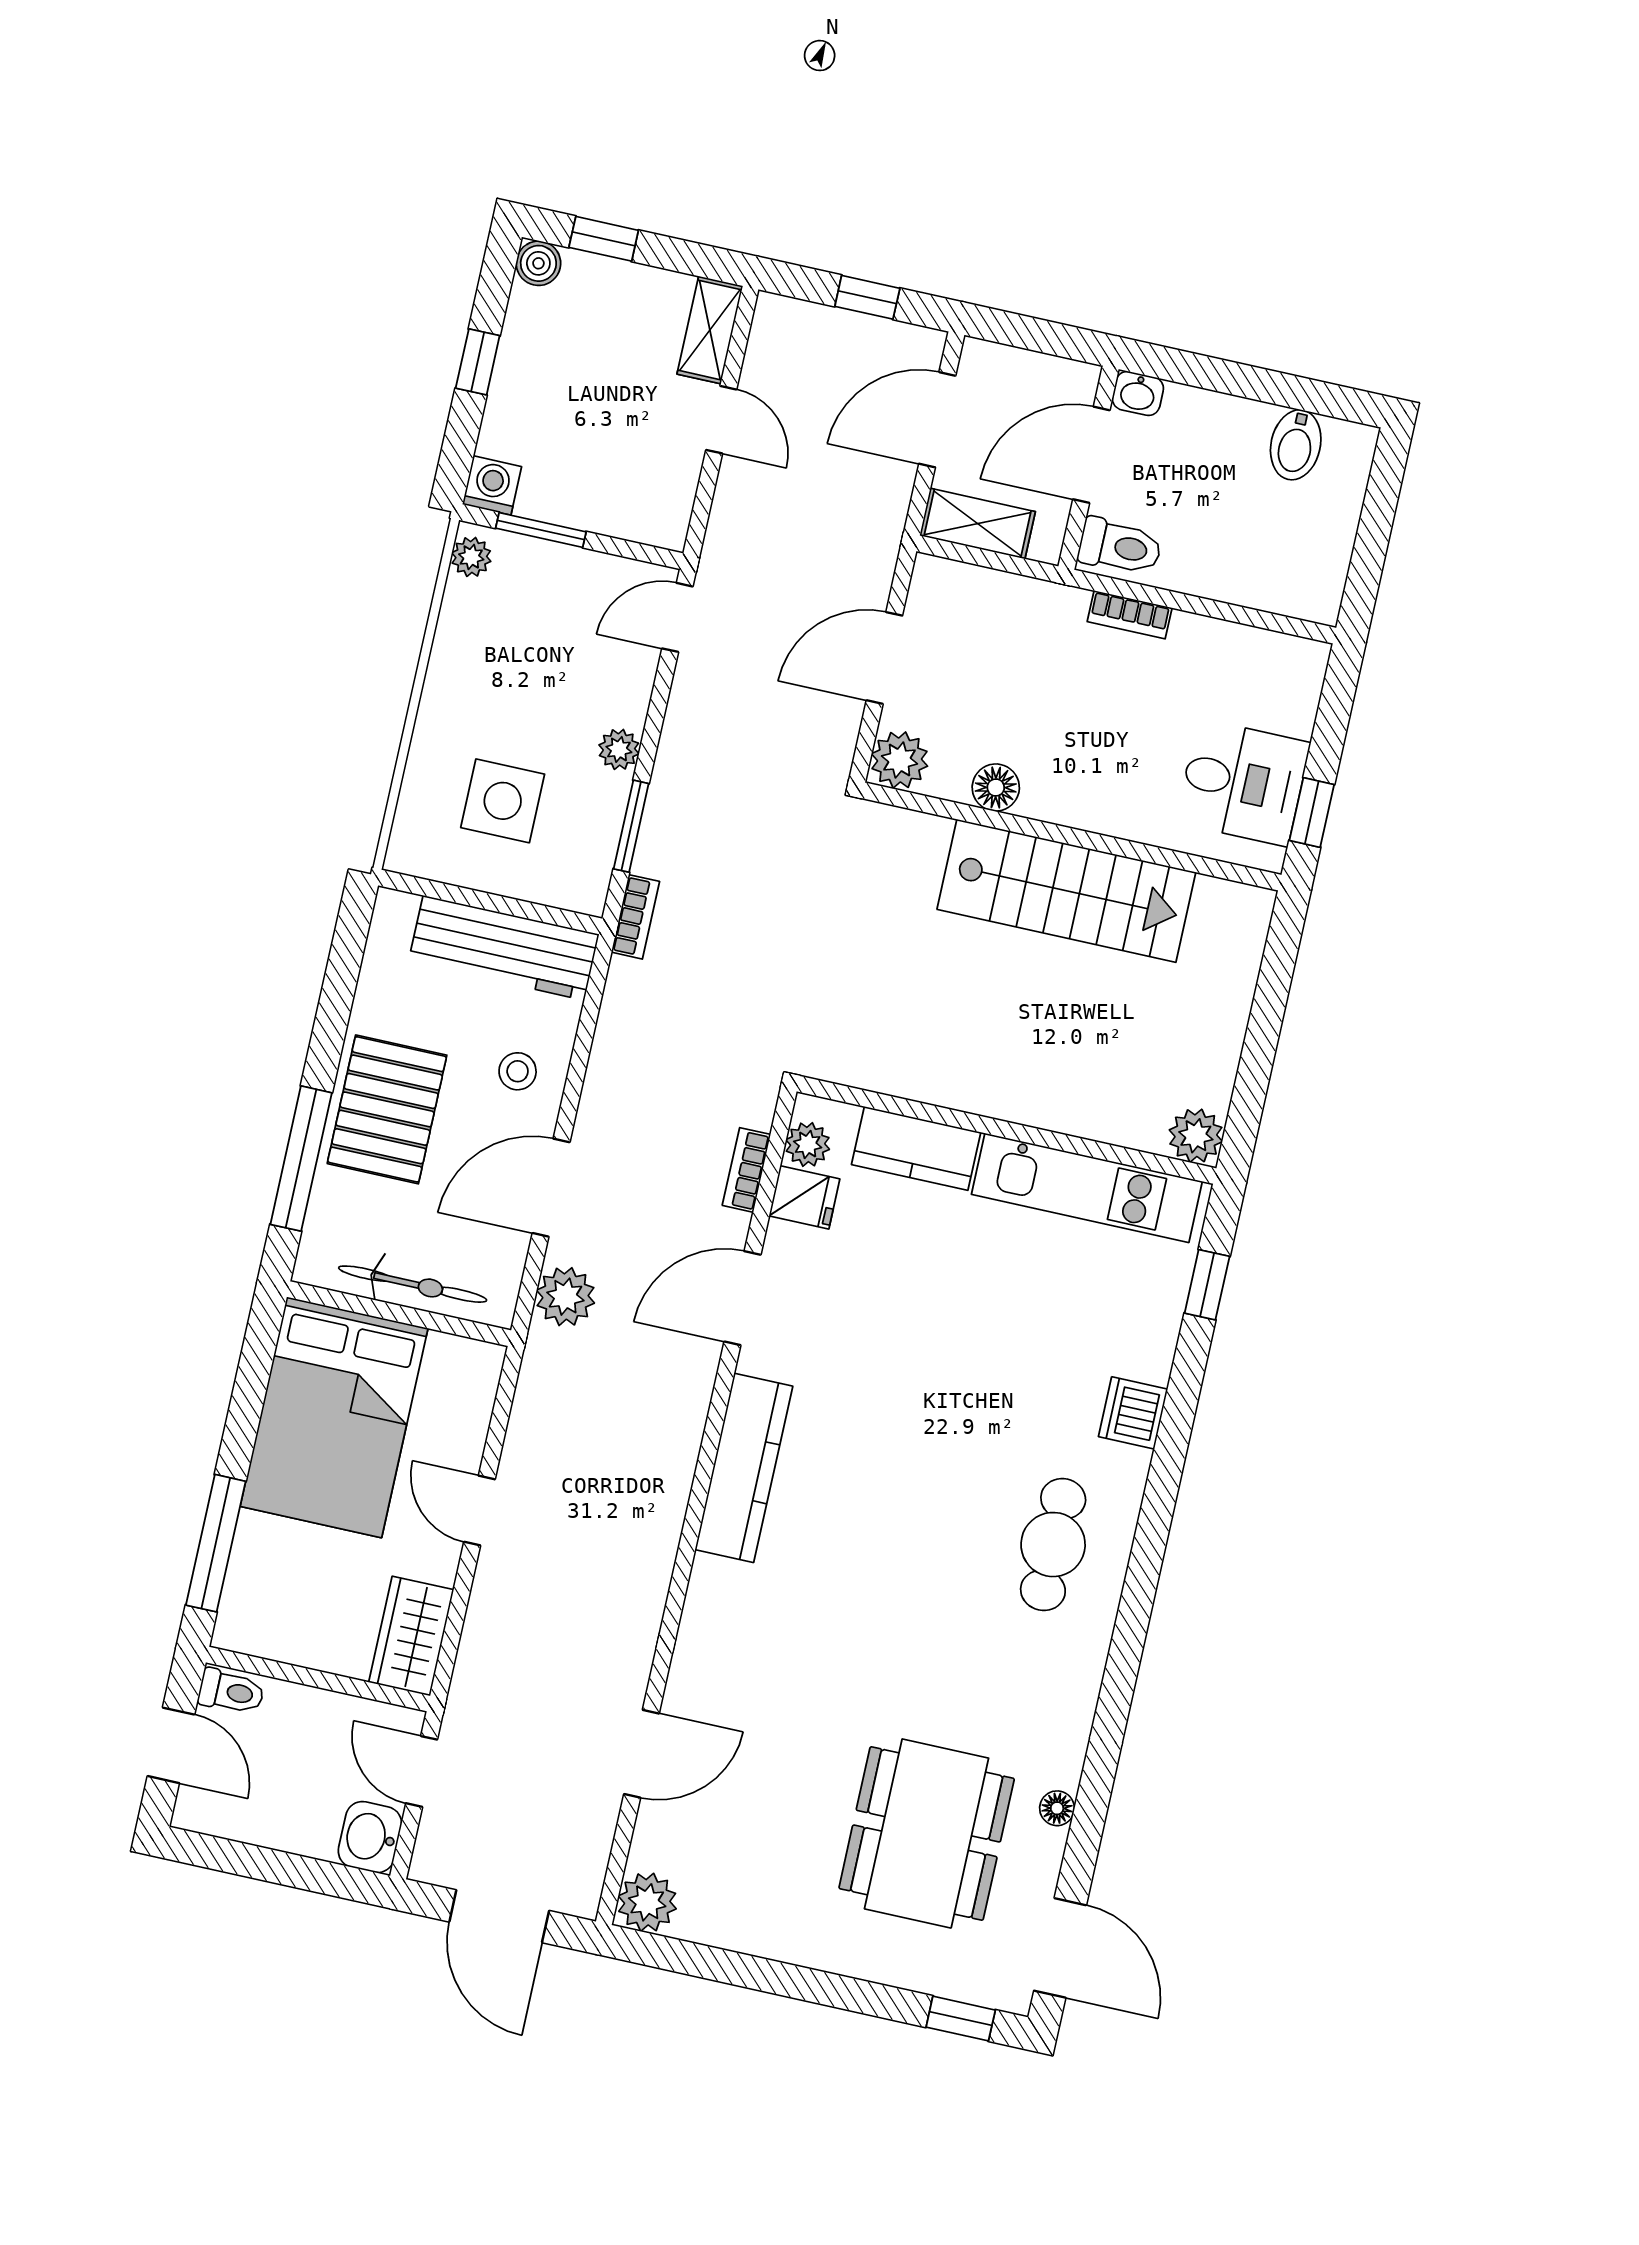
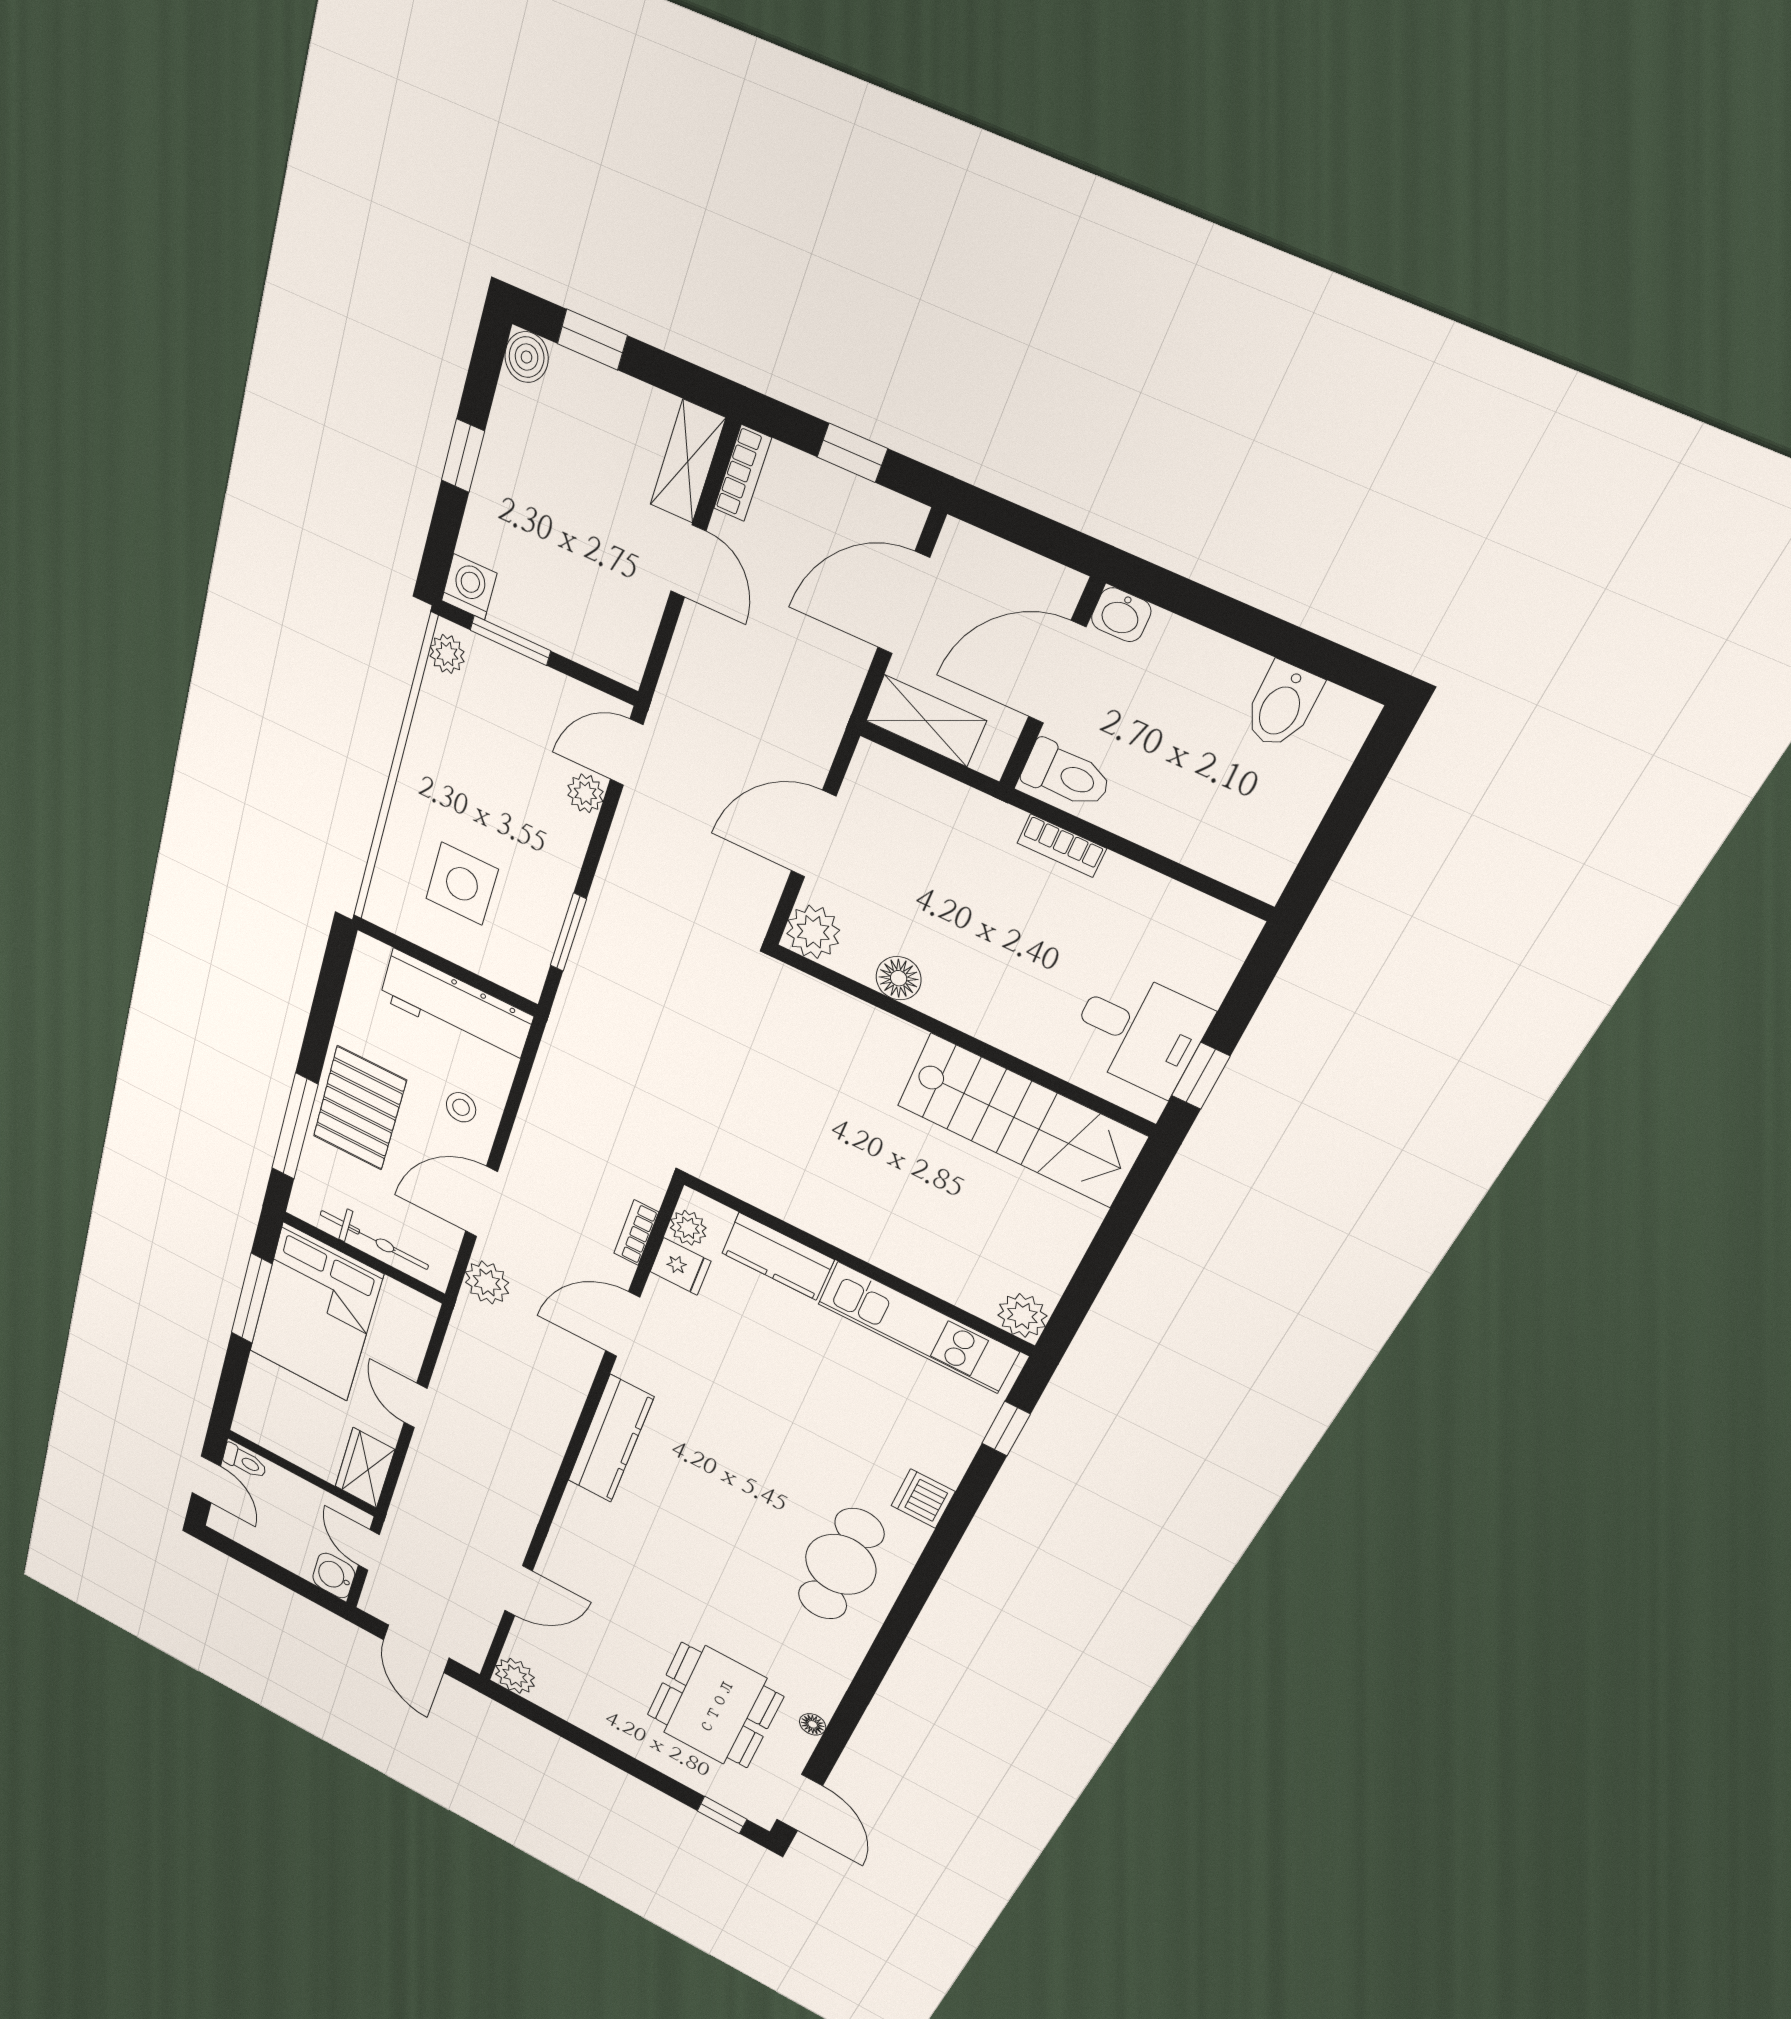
plant: (619, 749) -> (585, 793), moved
stairs: (1066, 891) -> (1021, 1121), moved
bookcase: (635, 917) -> (743, 473), moved
window: (216, 1543) -> (252, 1299), moved
cafe table: (1053, 1545) -> (841, 1564), width x1.37, depth x1.35

